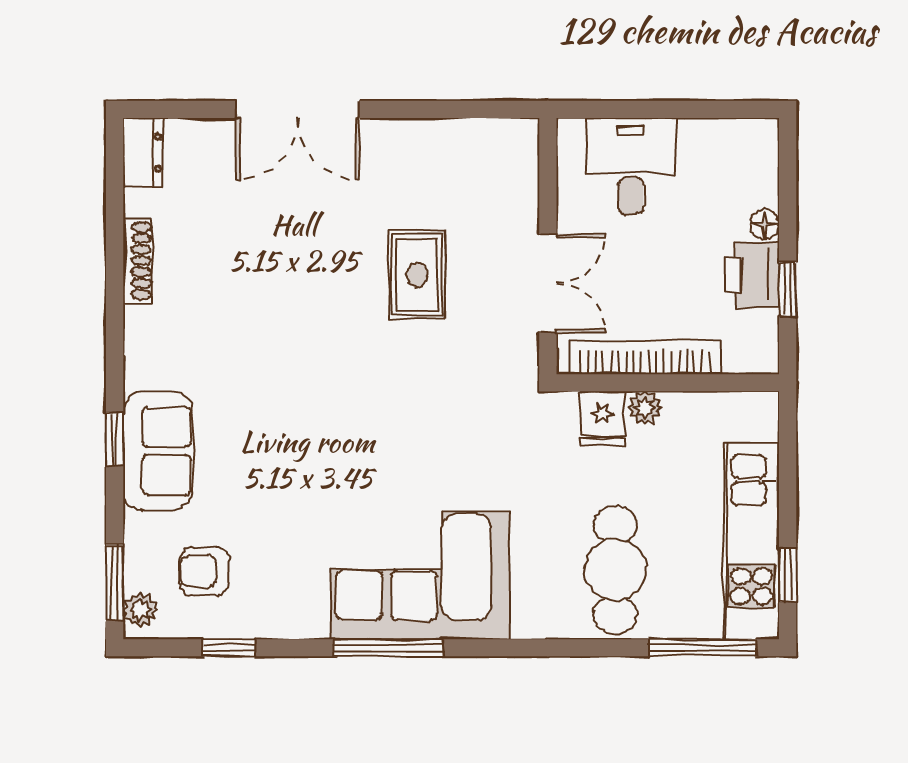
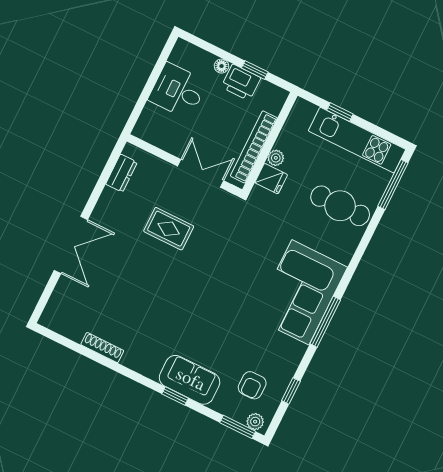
dresser: (143, 153) -> (121, 173), moved, turned 90
desk: (631, 166) -> (178, 91), moved
window: (788, 575) -> (340, 112), moved

